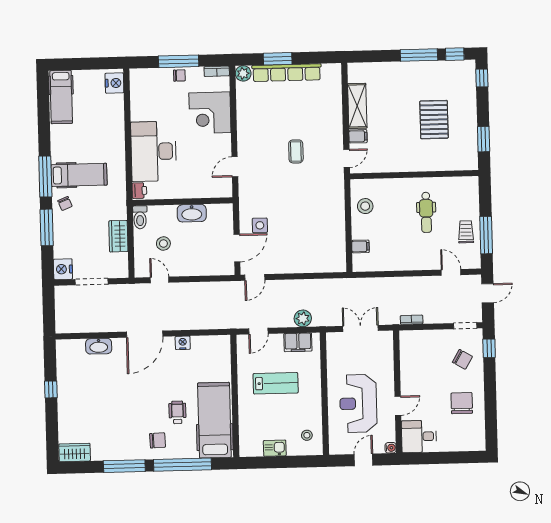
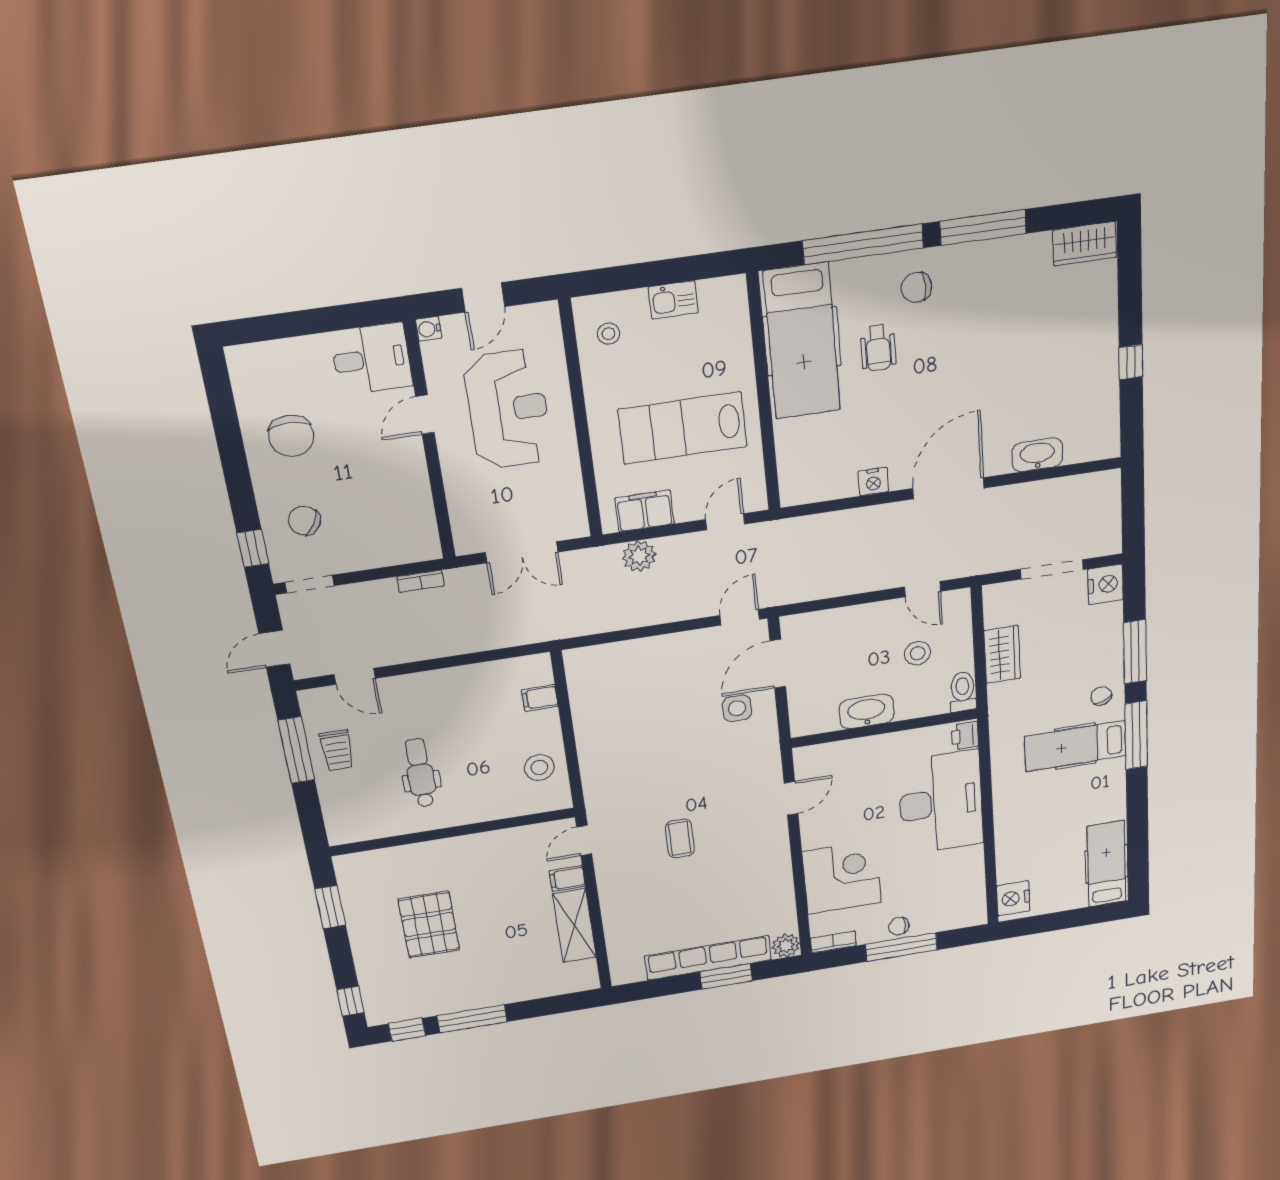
lab bench: (276, 383) -> (682, 428), width x1.36, depth x1.39

